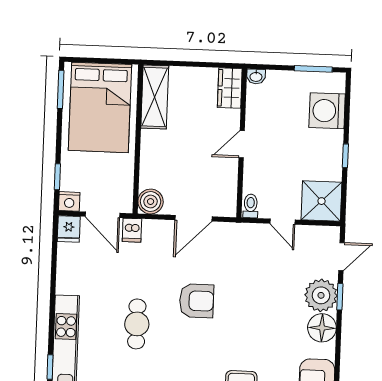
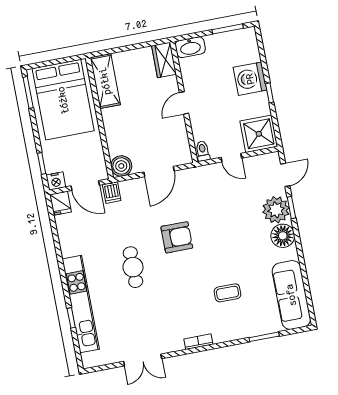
washbasin: (256, 76) -> (190, 47), width x1.91, depth x1.45
washing machine: (327, 111) -> (250, 79), moved

